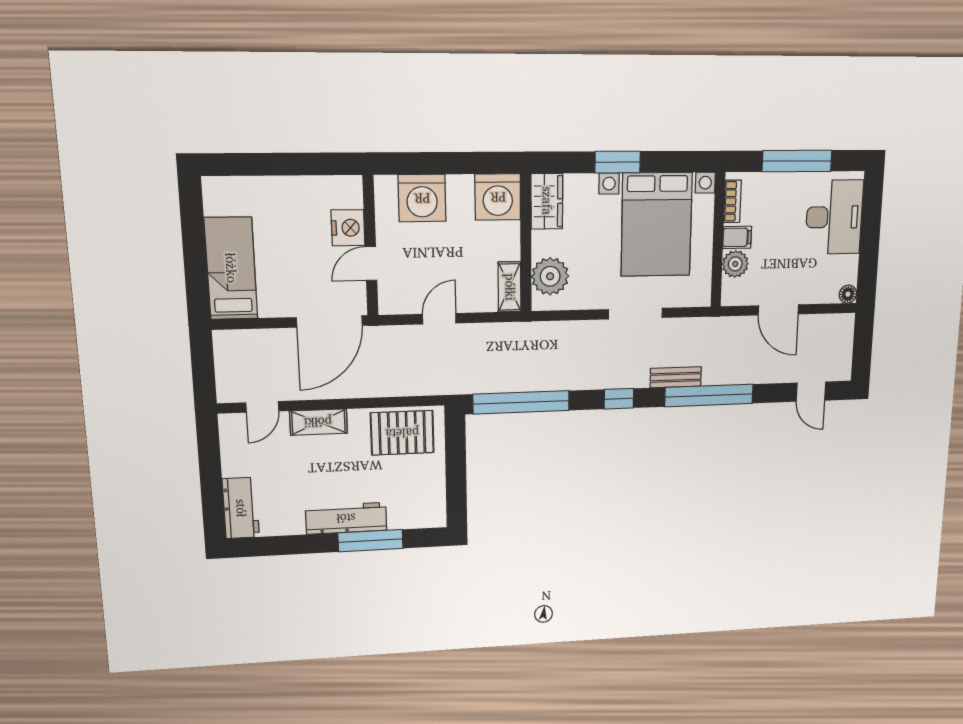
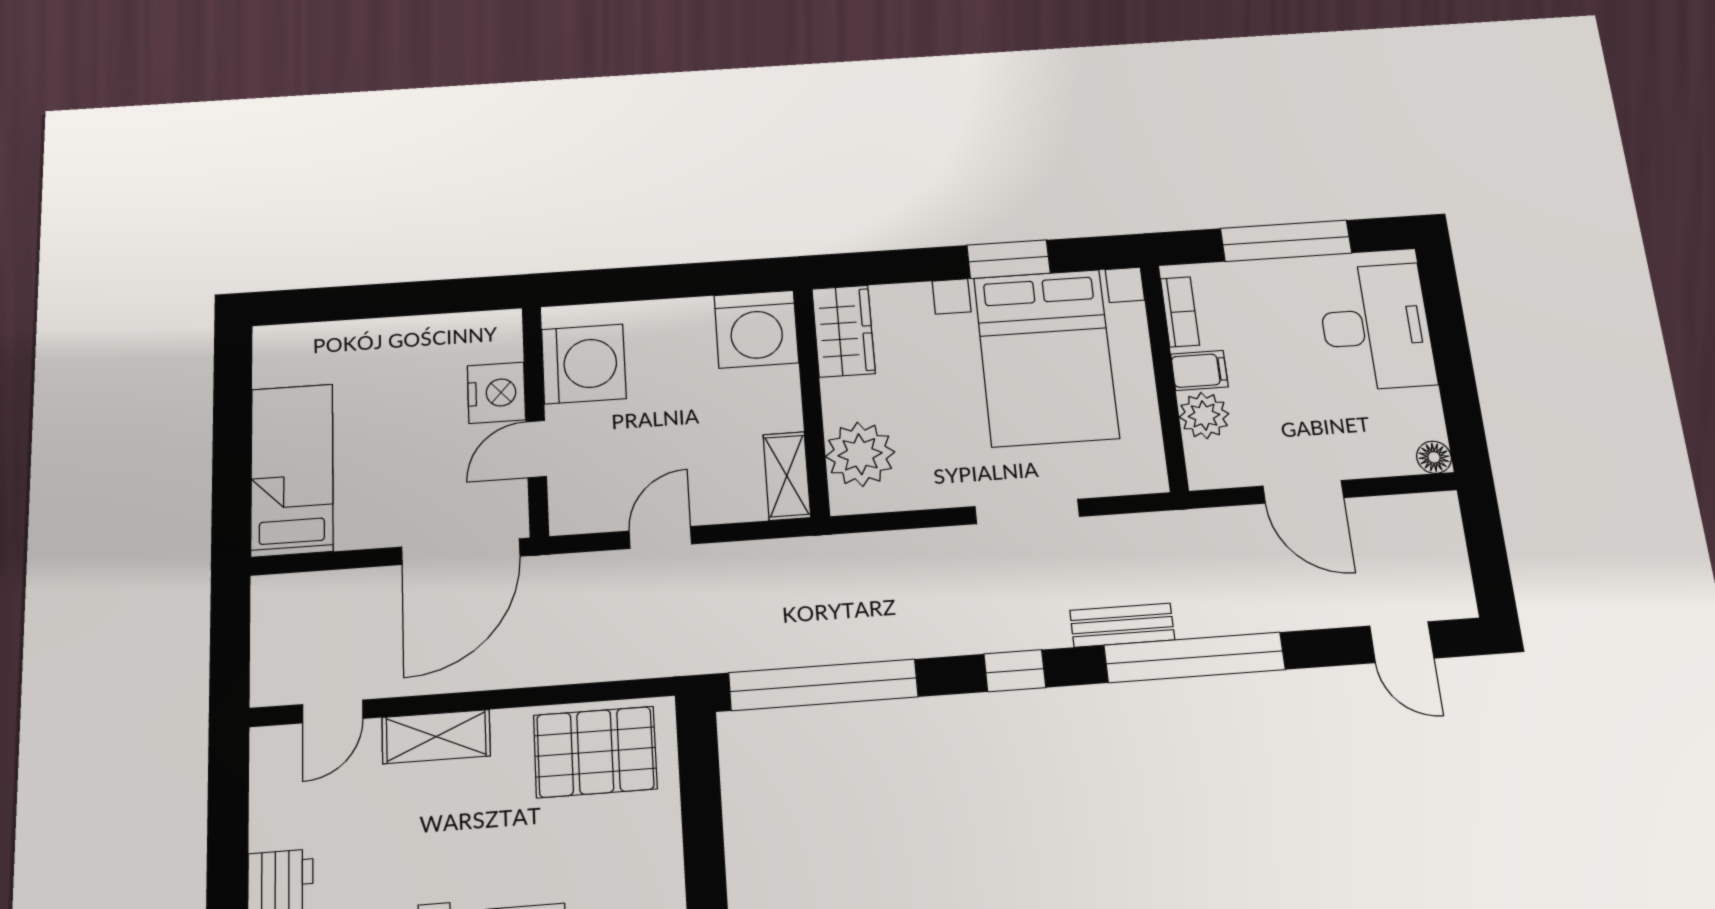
window: (618, 162) -> (1008, 259), moved
washing machine: (422, 198) -> (584, 364), moved, turned -90

